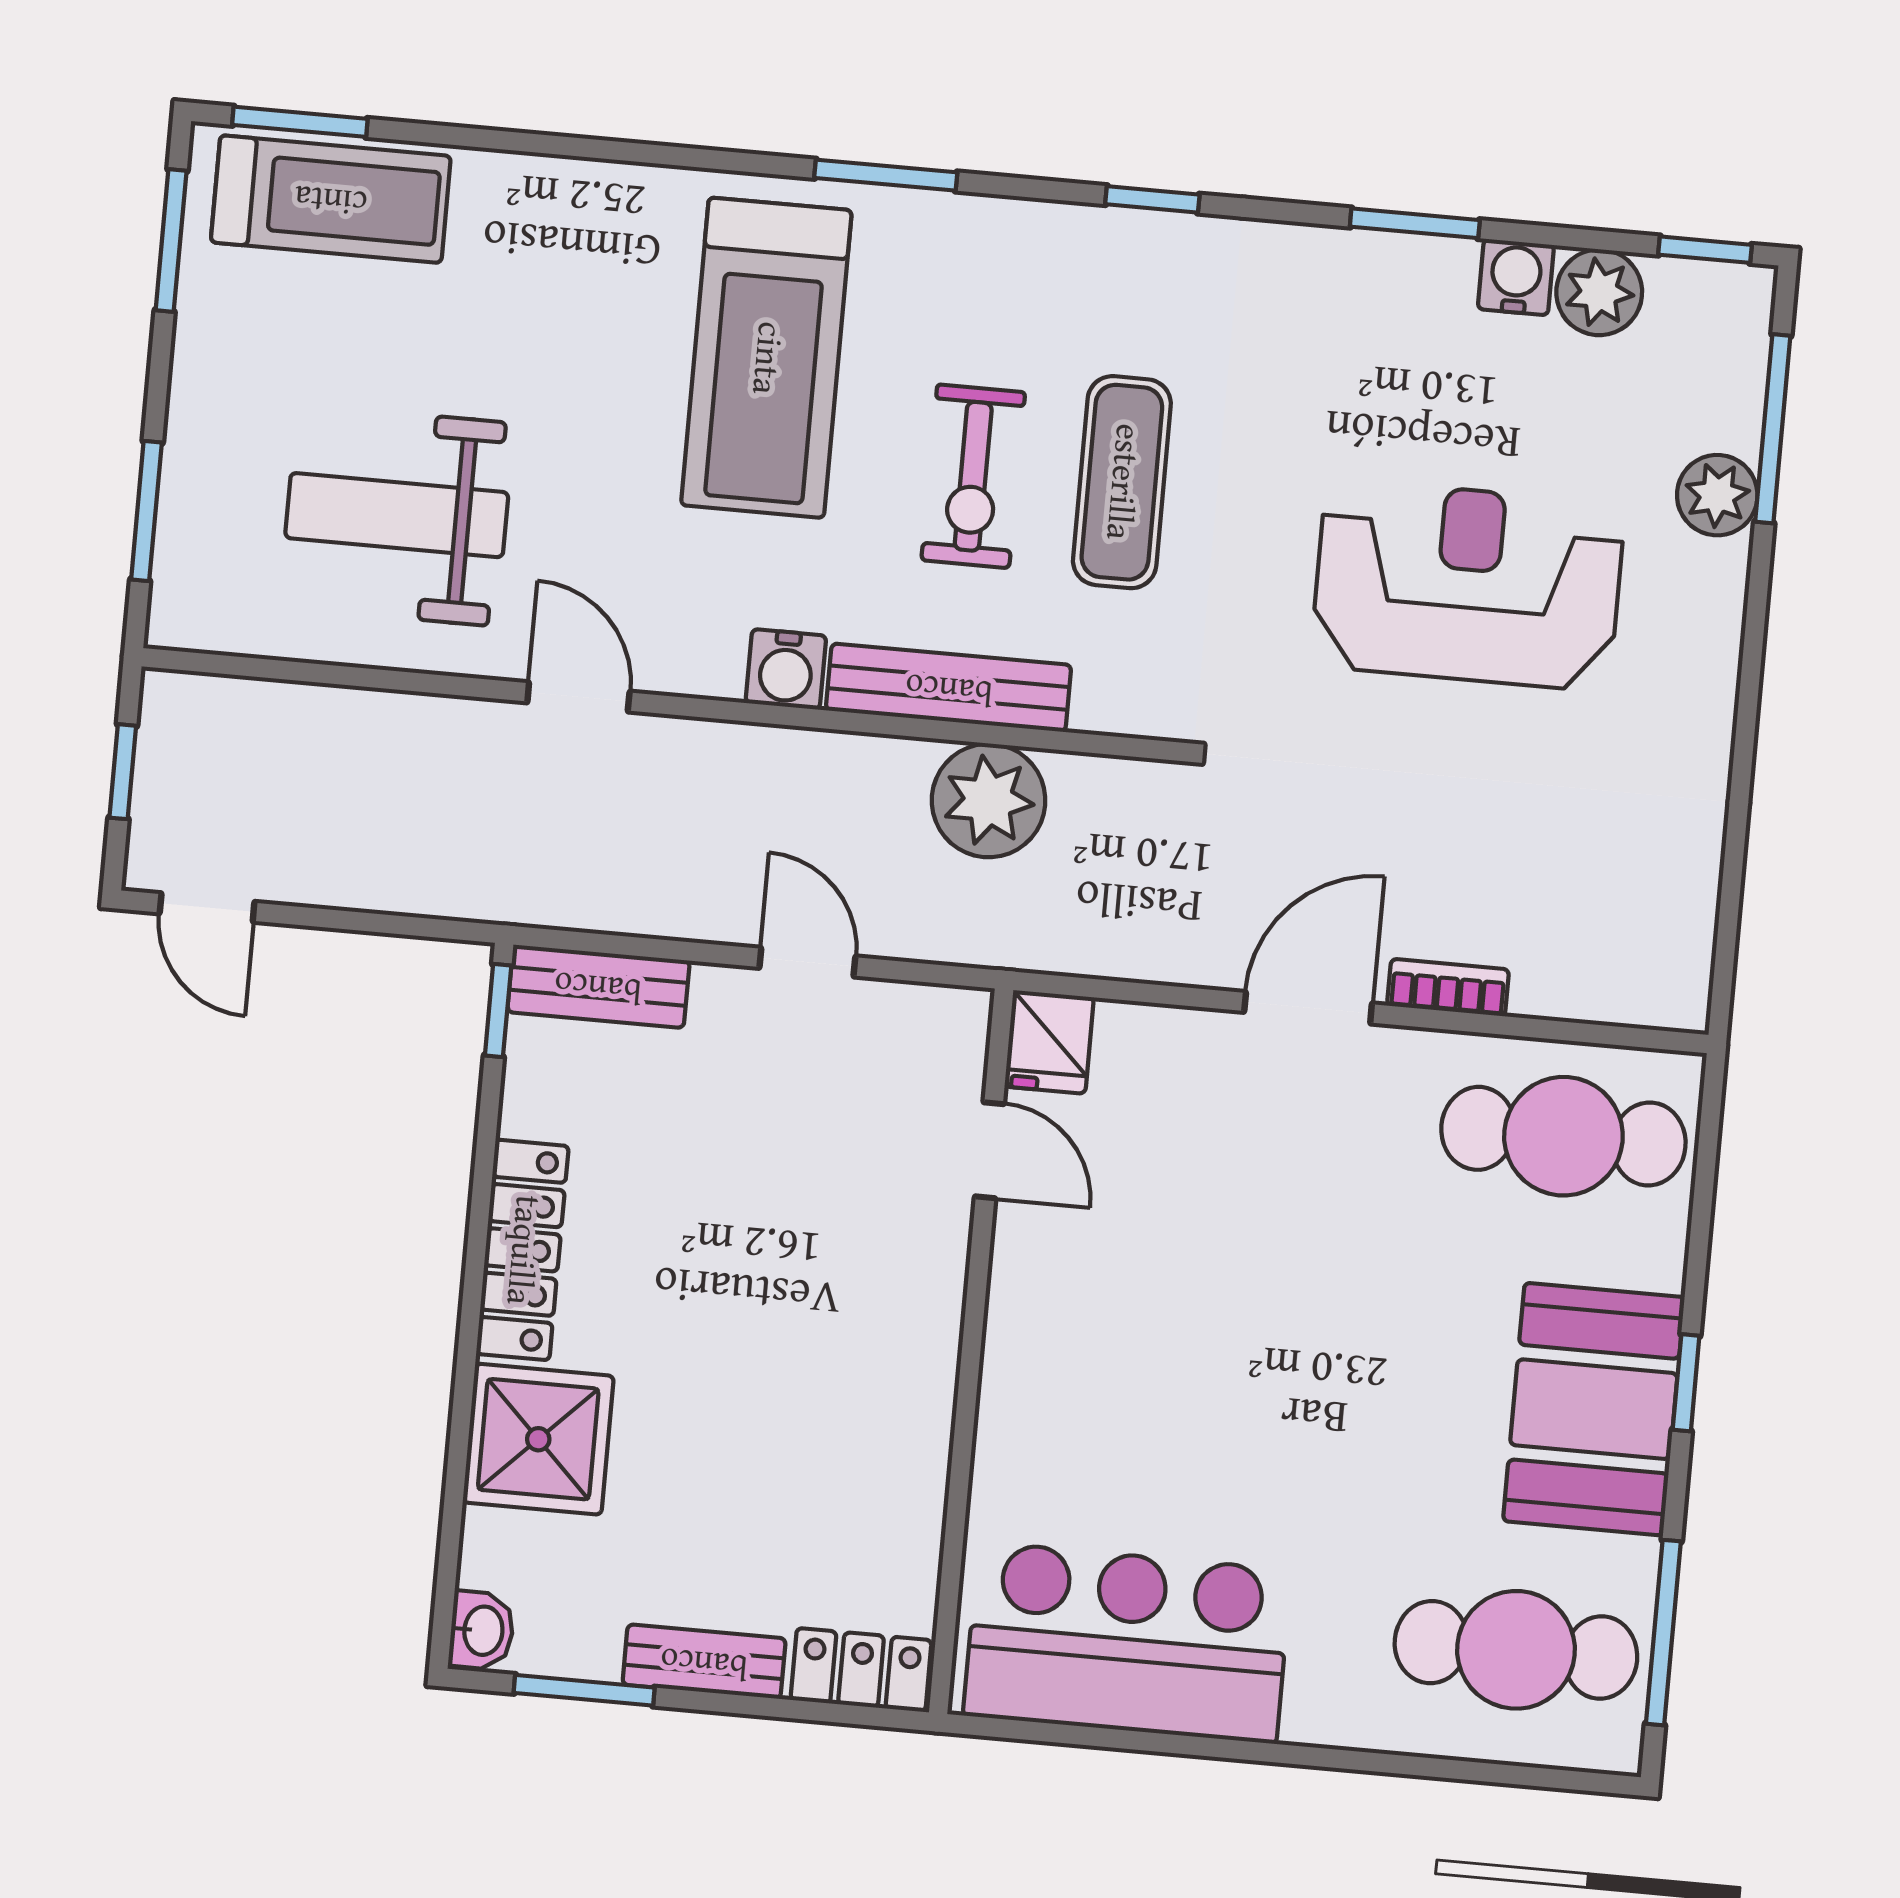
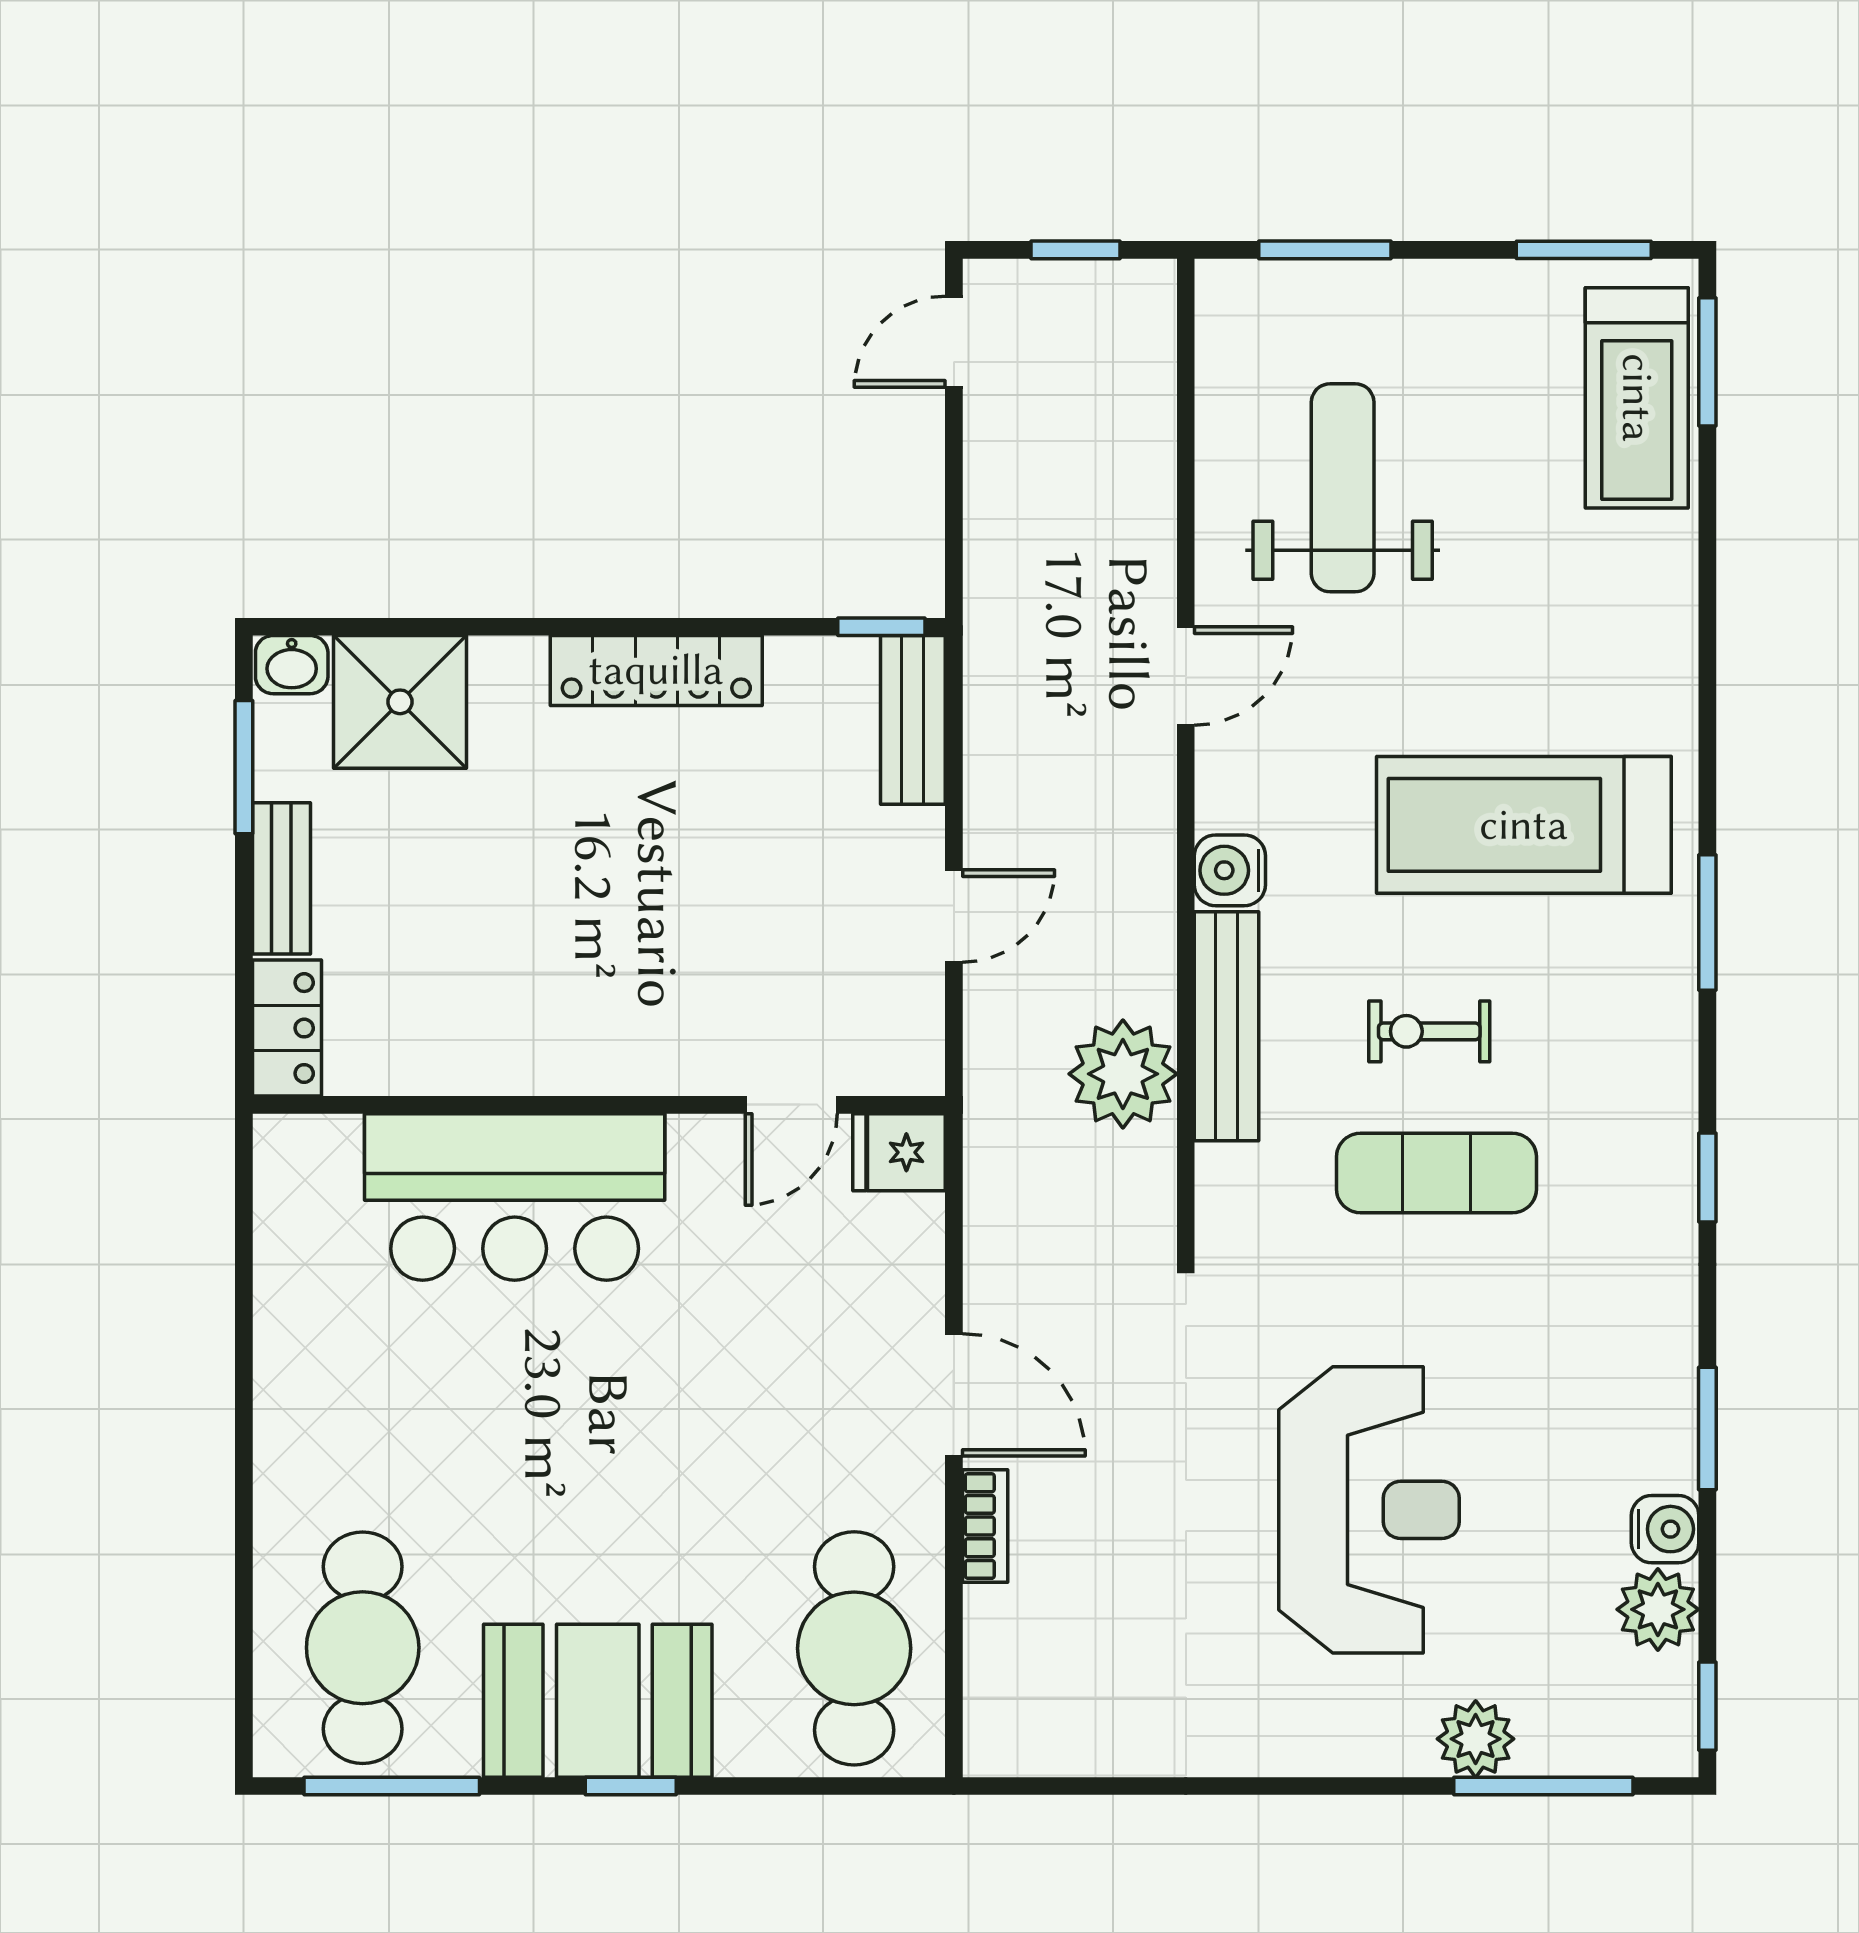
exercise bike: (973, 476) -> (1429, 1031), width x0.73, depth x0.72
shower: (538, 1439) -> (400, 702), moved
bar counter: (1127, 1643) -> (515, 1197), moved, turned 90

